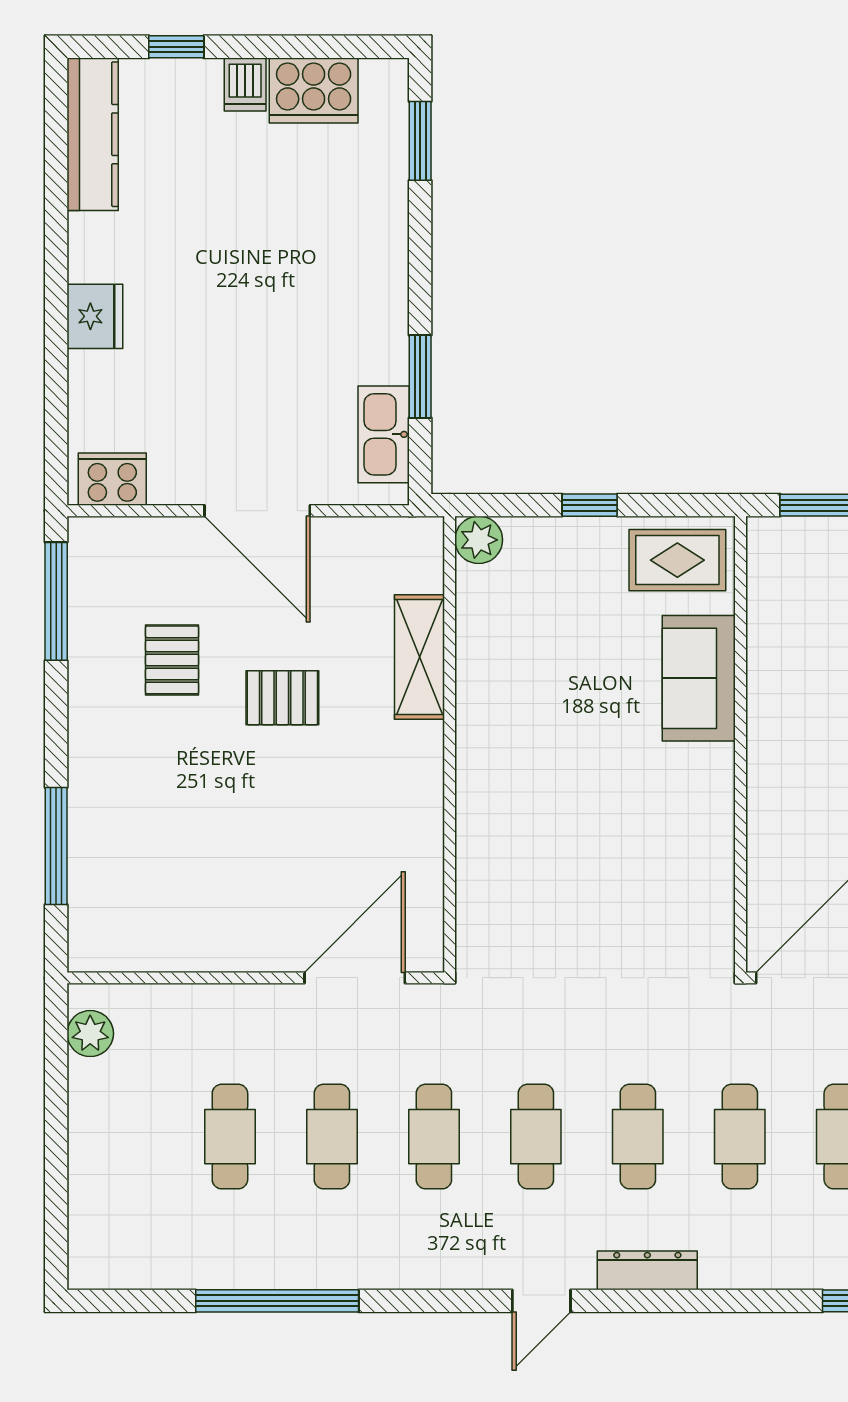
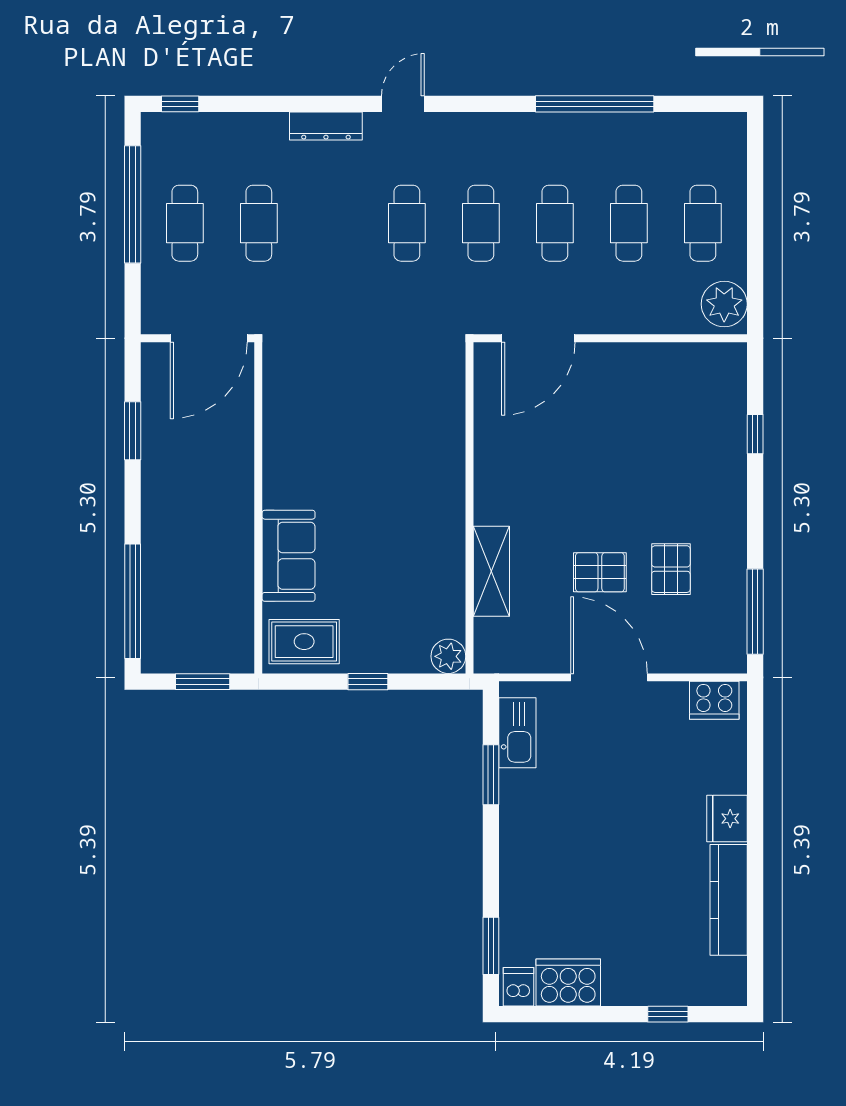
dishwasher: (245, 84) -> (518, 987), moved
kitchen counter: (93, 134) -> (729, 900), moved
pallet: (282, 698) -> (600, 572), moved
window: (56, 846) -> (755, 434), width x0.46
plant: (90, 1034) -> (724, 304), width x1.36, depth x1.36
cafe table: (638, 1137) -> (703, 223), moved

